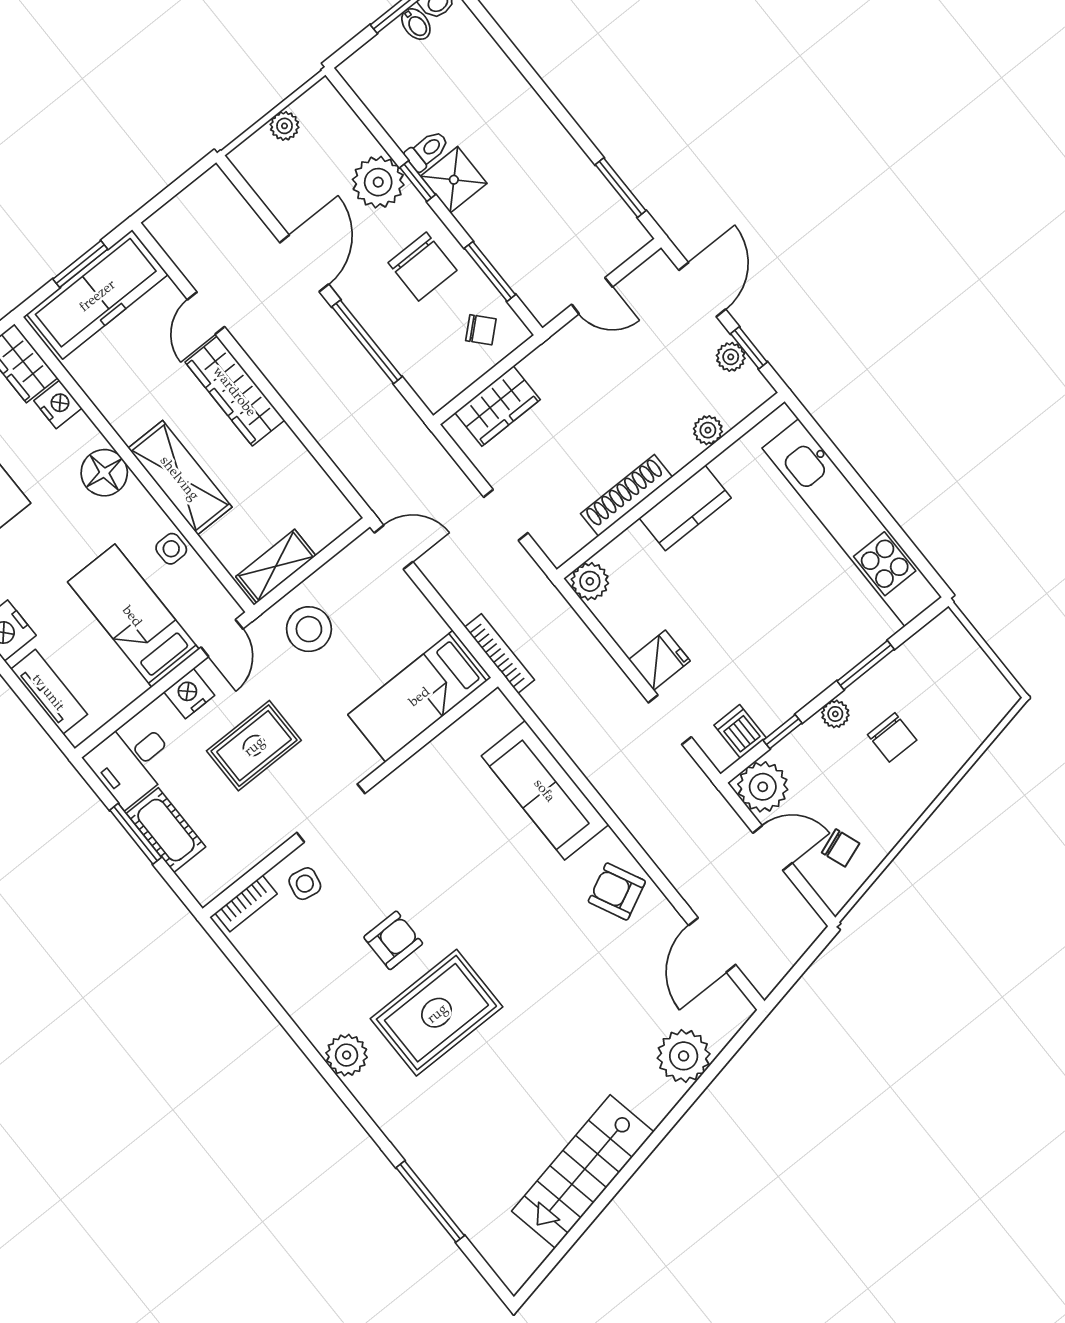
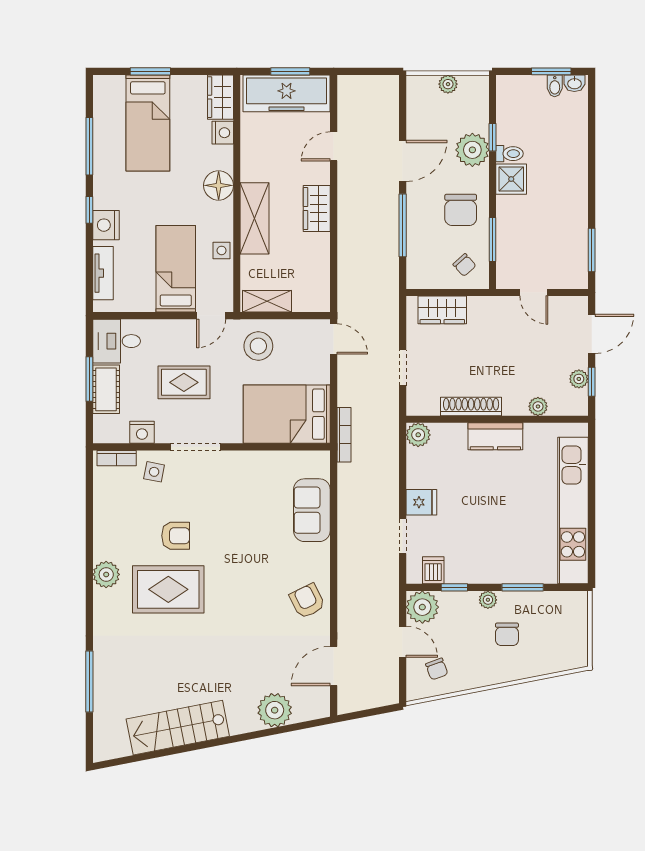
window: (418, 181) -> (493, 137), moved
wardrobe: (235, 391) -> (317, 209), width x0.67
nightstand: (189, 694) -> (142, 432), moved, turned 180
bed: (419, 696) -> (287, 414), width x1.50
sofa: (545, 790) -> (312, 510), width x0.73

